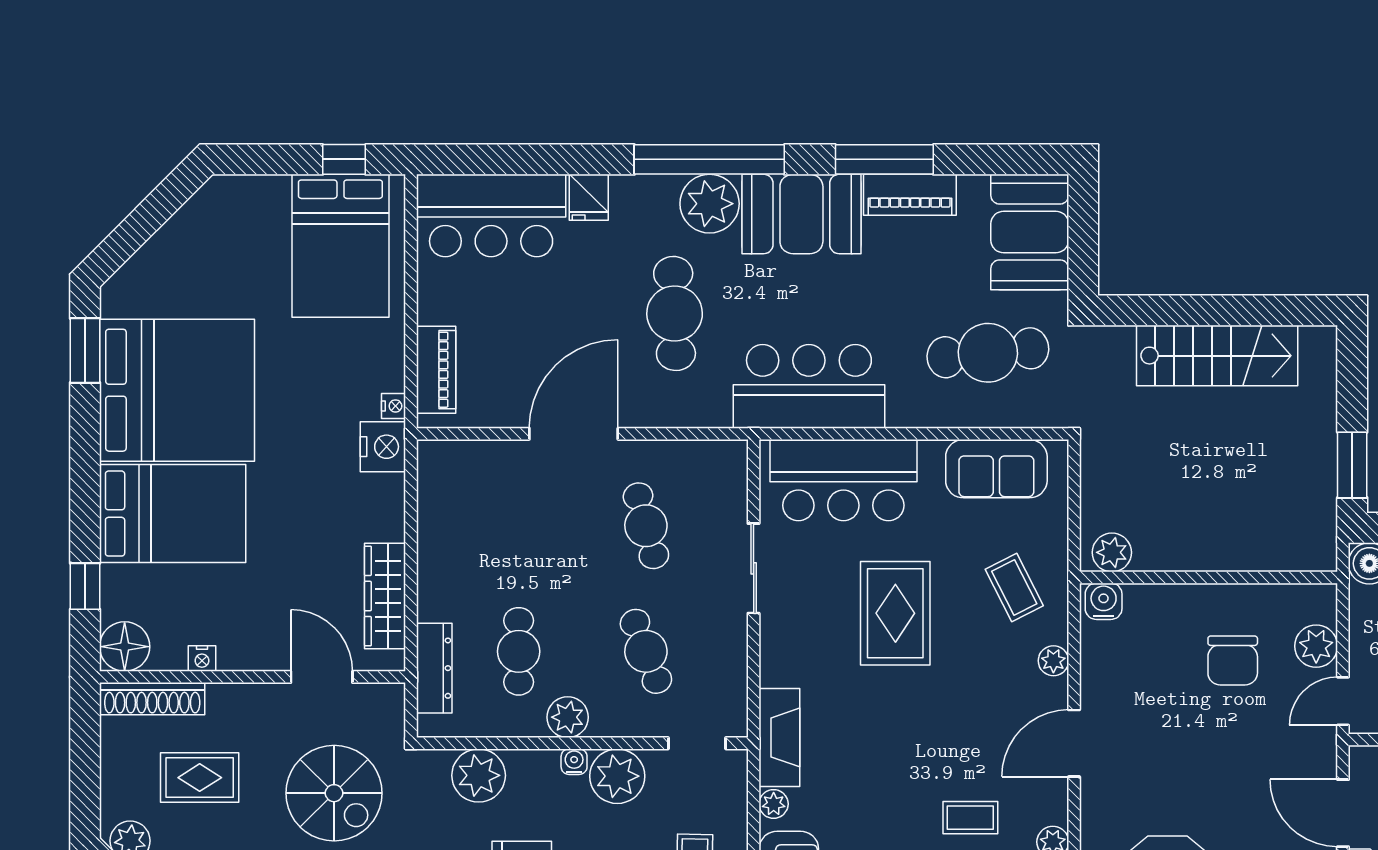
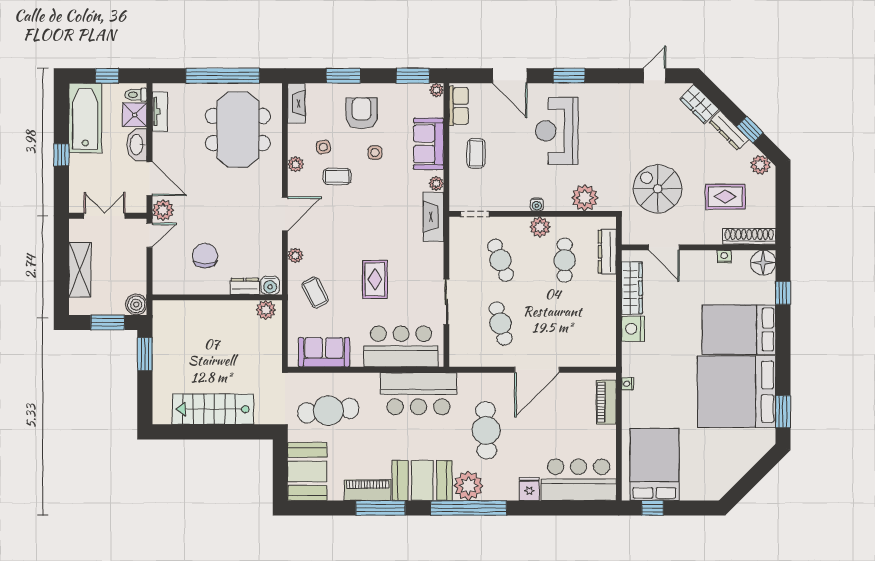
nightstand: (383, 447) -> (633, 329), moved
dresser: (1154, 599) -> (245, 286), added
rug: (895, 613) -> (375, 279), width x0.73, depth x0.70
plant: (1316, 646) -> (163, 210), moved
plant: (617, 776) -> (515, 197), removed

